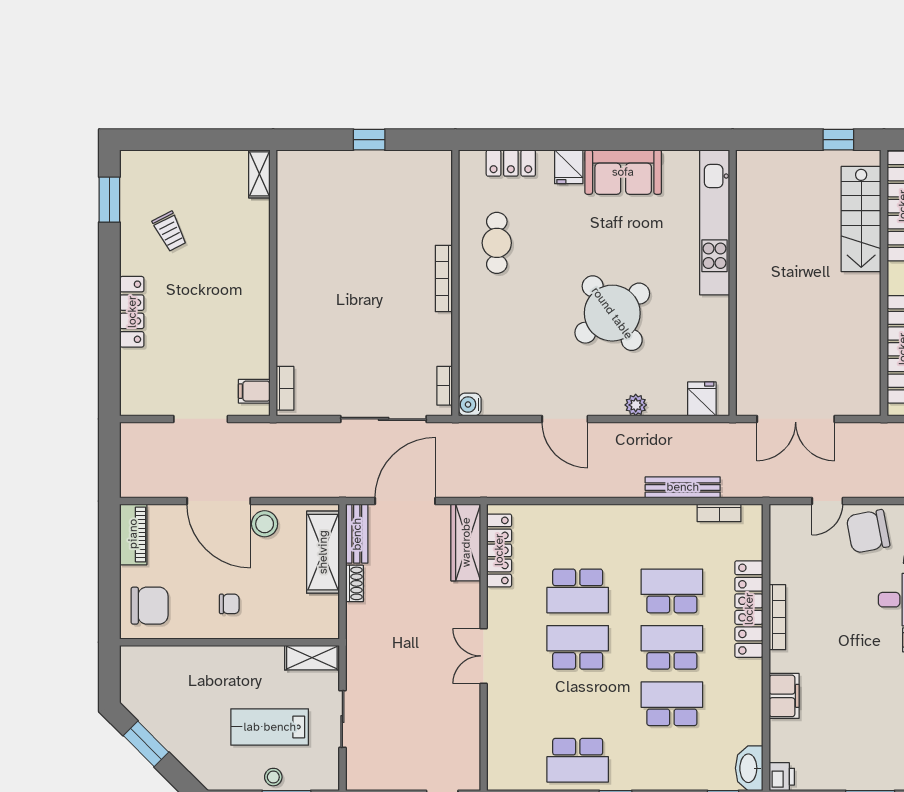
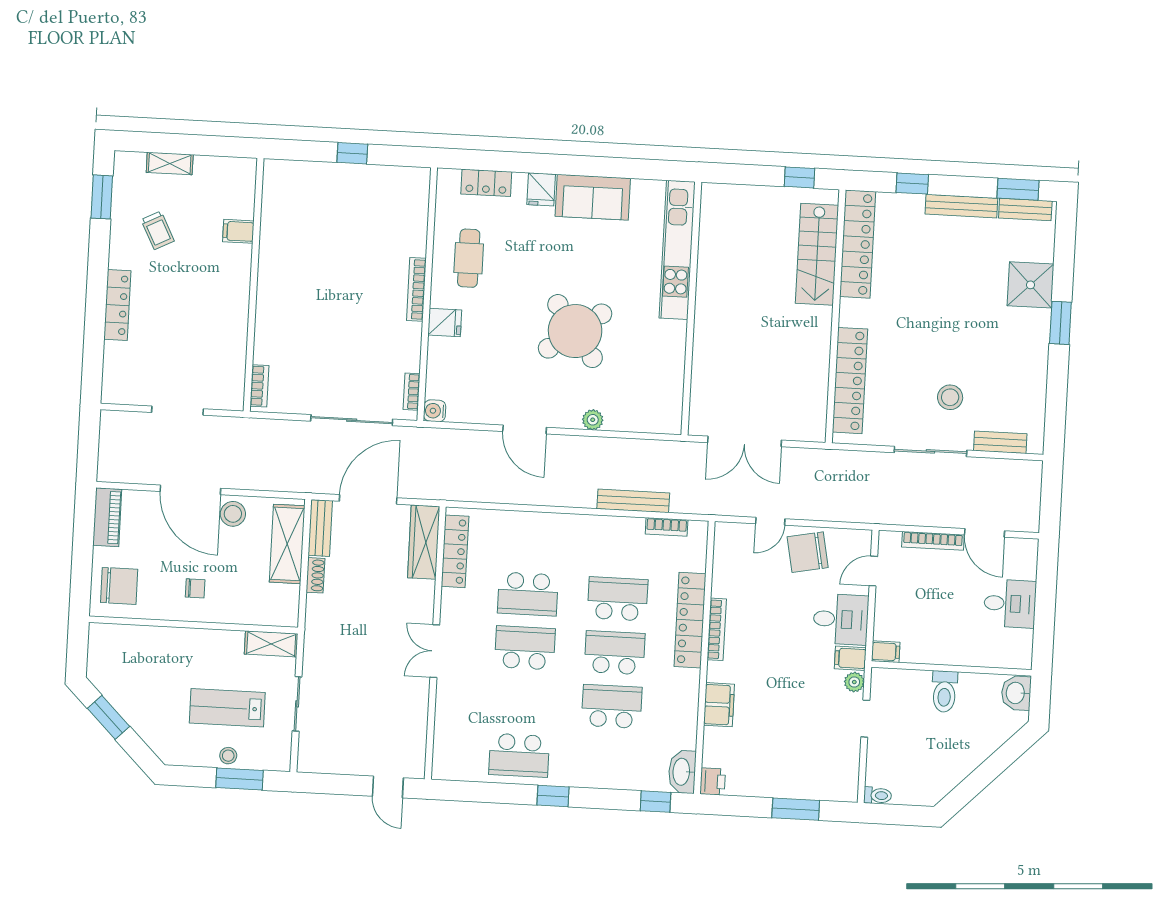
shelving: (259, 174) -> (170, 163), moved, turned 90
filing cabinet: (254, 391) -> (238, 231), moved
fridge: (702, 399) -> (445, 322), moved, turned 90

